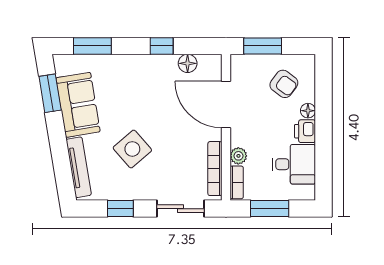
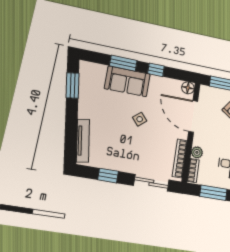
window: (92, 46) -> (123, 63), moved
floor lamp: (188, 63) -> (188, 88), moved
sofa: (78, 105) -> (127, 81), moved, turned 99
side table: (132, 149) -> (140, 119), moved, width x0.54, depth x0.54

